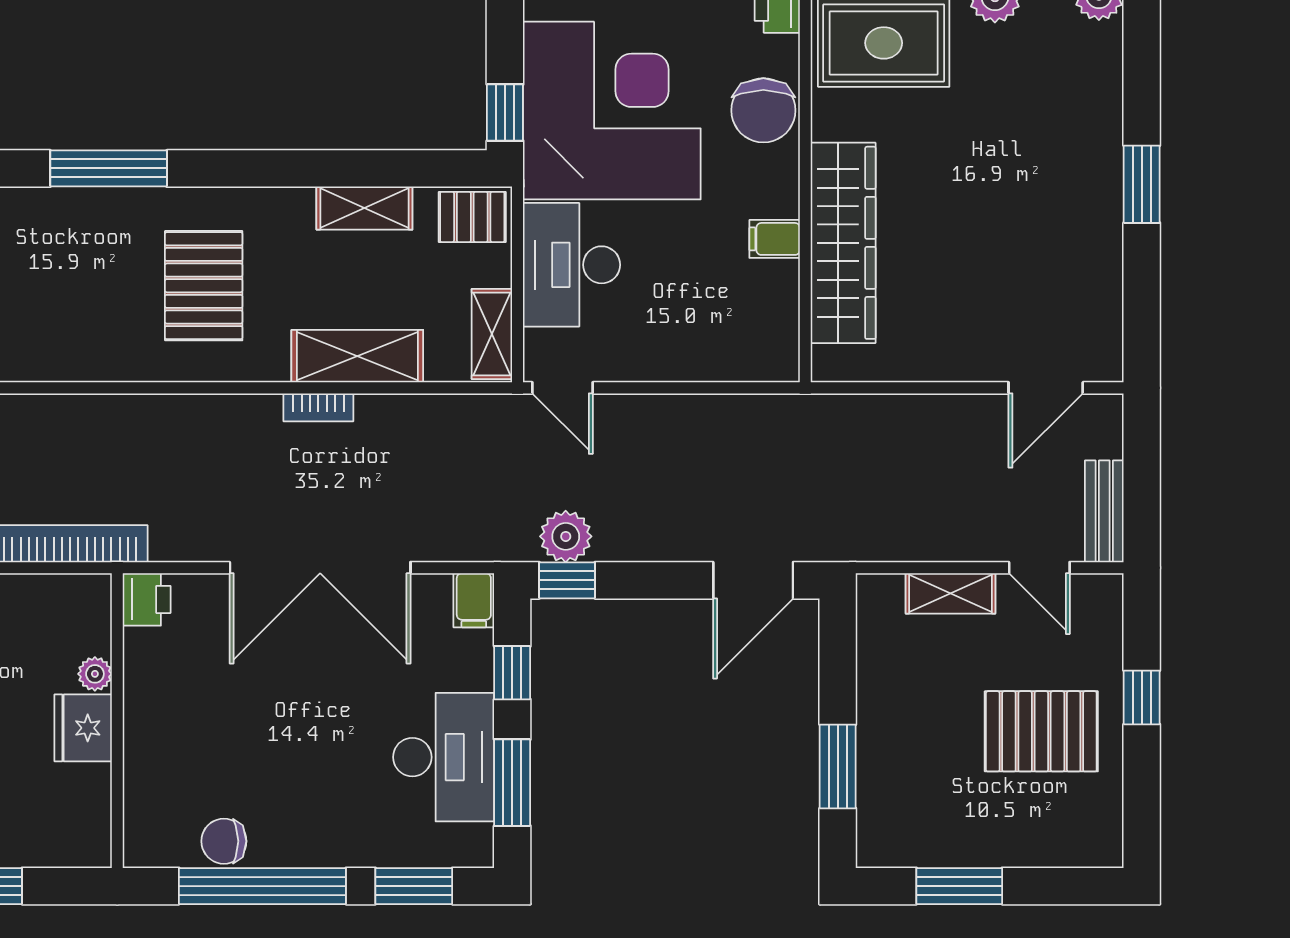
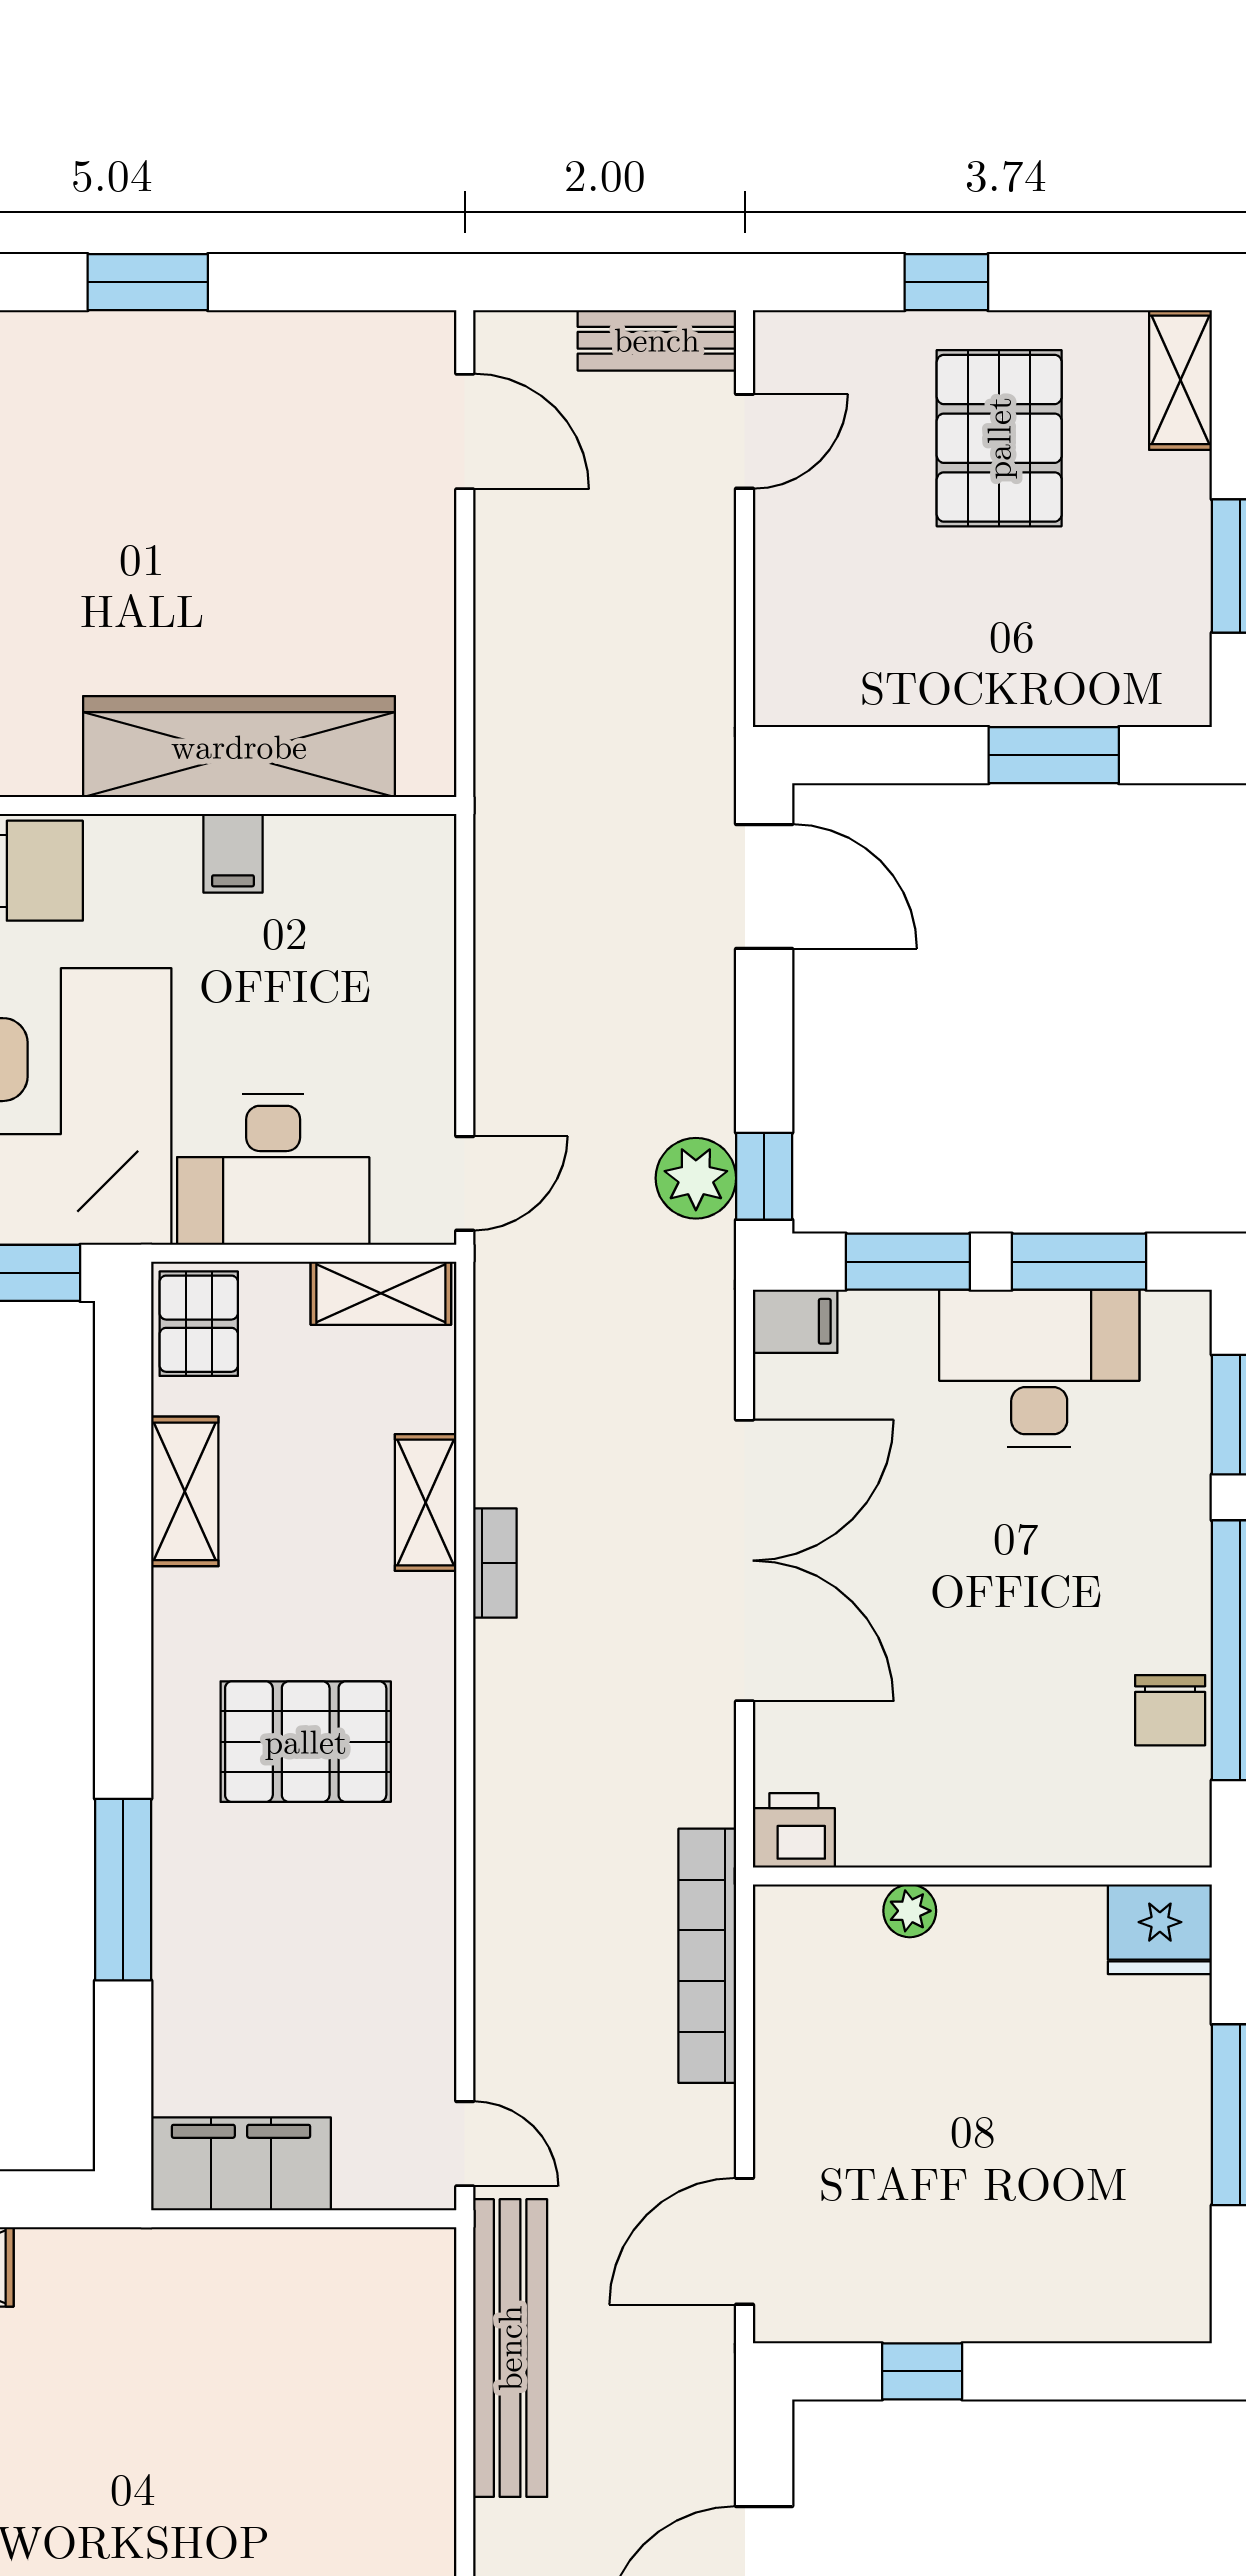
shelving: (357, 356) -> (426, 1502), width x0.67, depth x0.75
shelving: (951, 593) -> (1181, 380), moved
window: (512, 673) -> (908, 1262), width x1.50
fridge: (83, 728) -> (1160, 1929), moved

